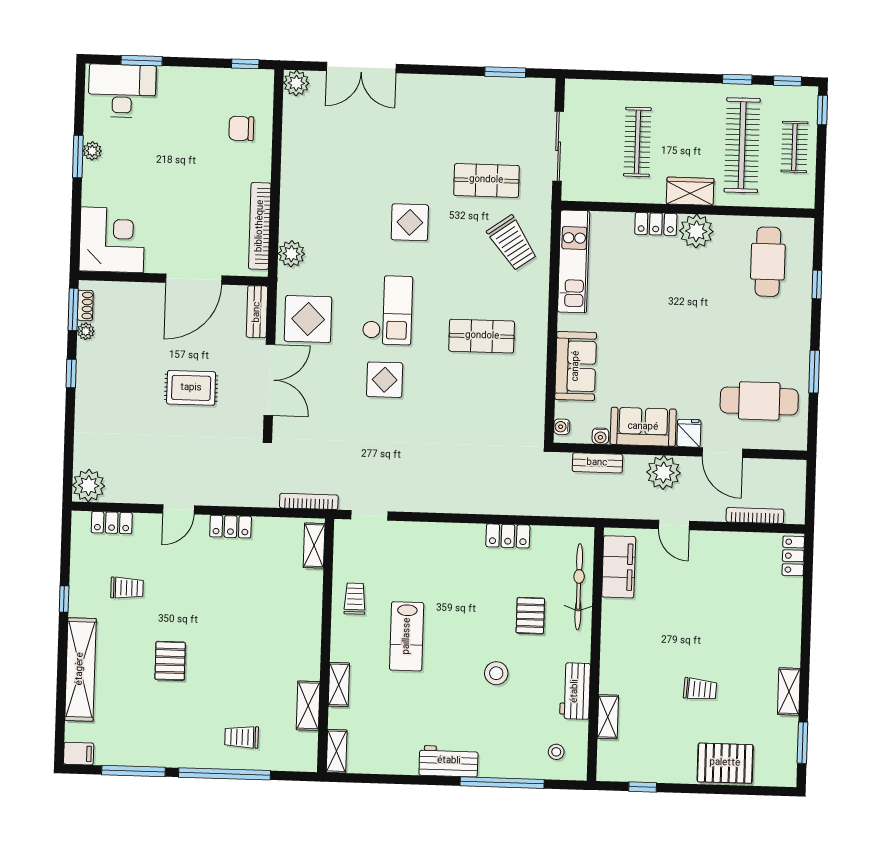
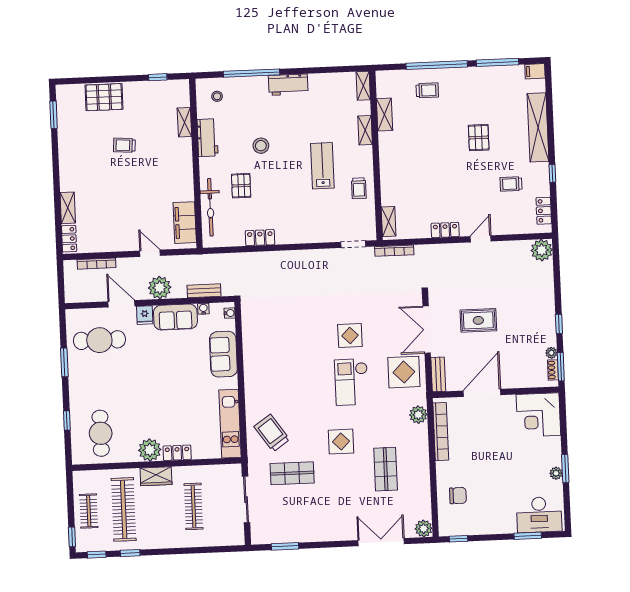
shop shelf: (482, 336) -> (386, 469), moved, turned 90
locker: (112, 523) -> (544, 211), moved, turned -90
shelving: (789, 691) -> (68, 208), moved

